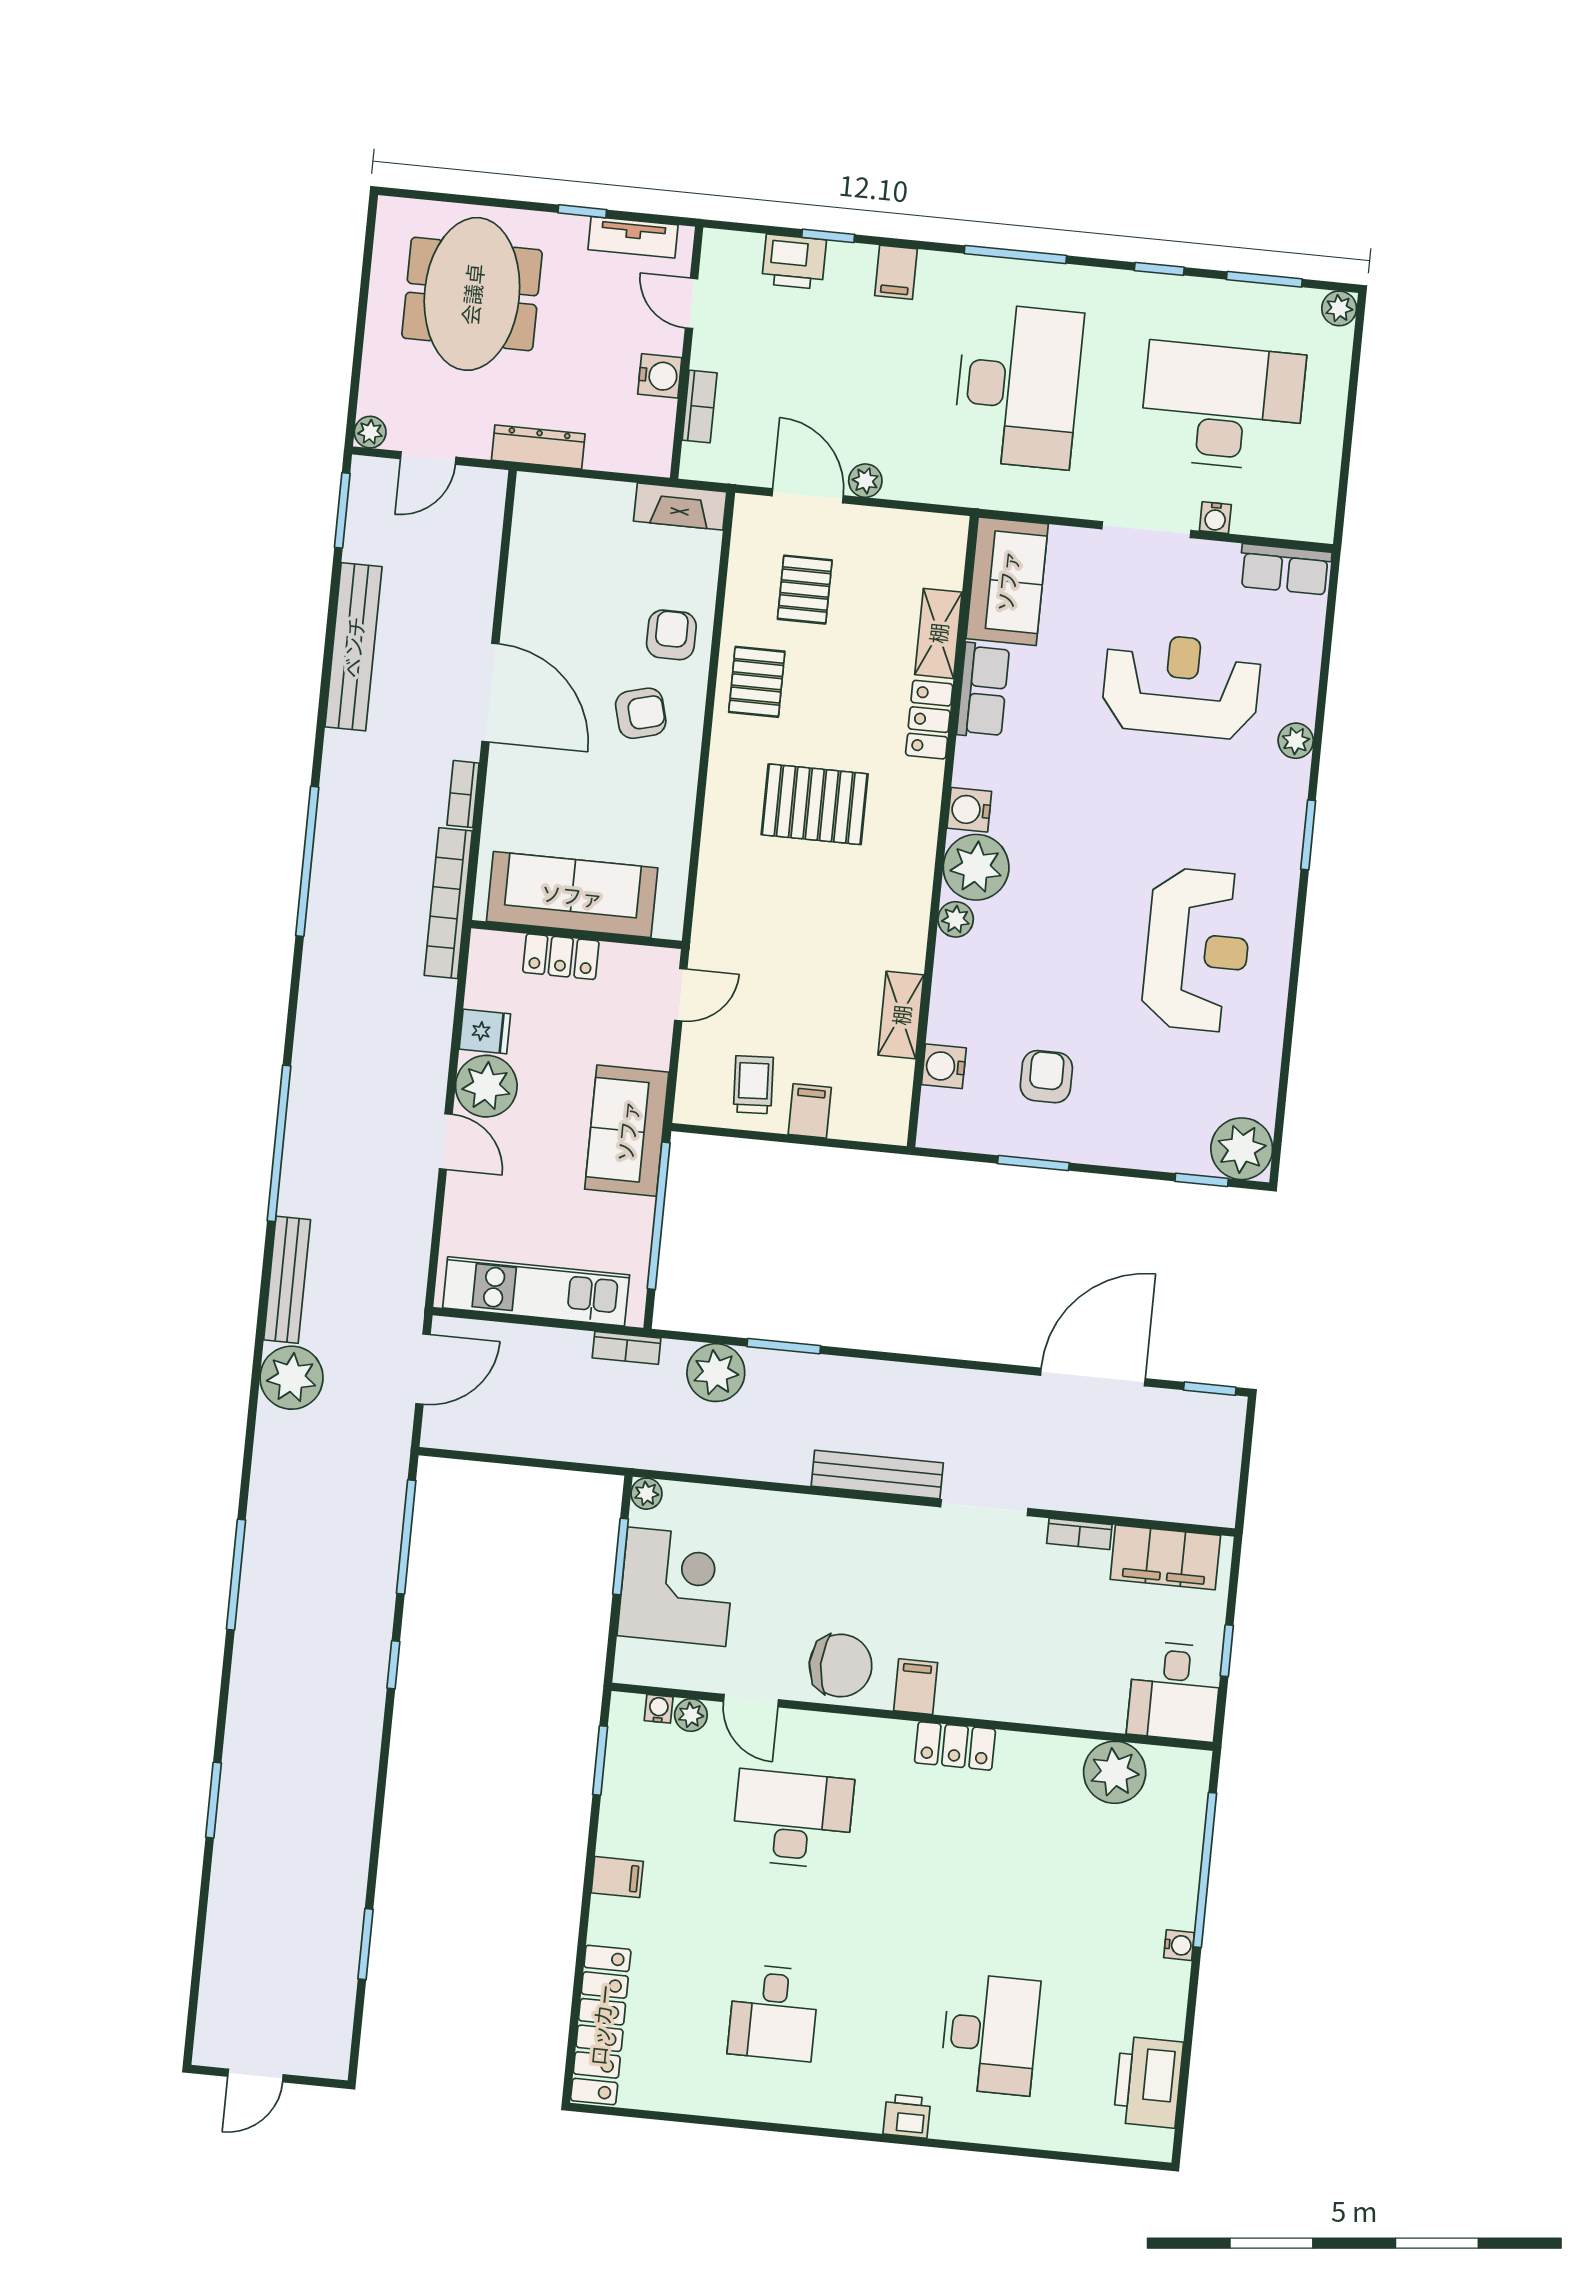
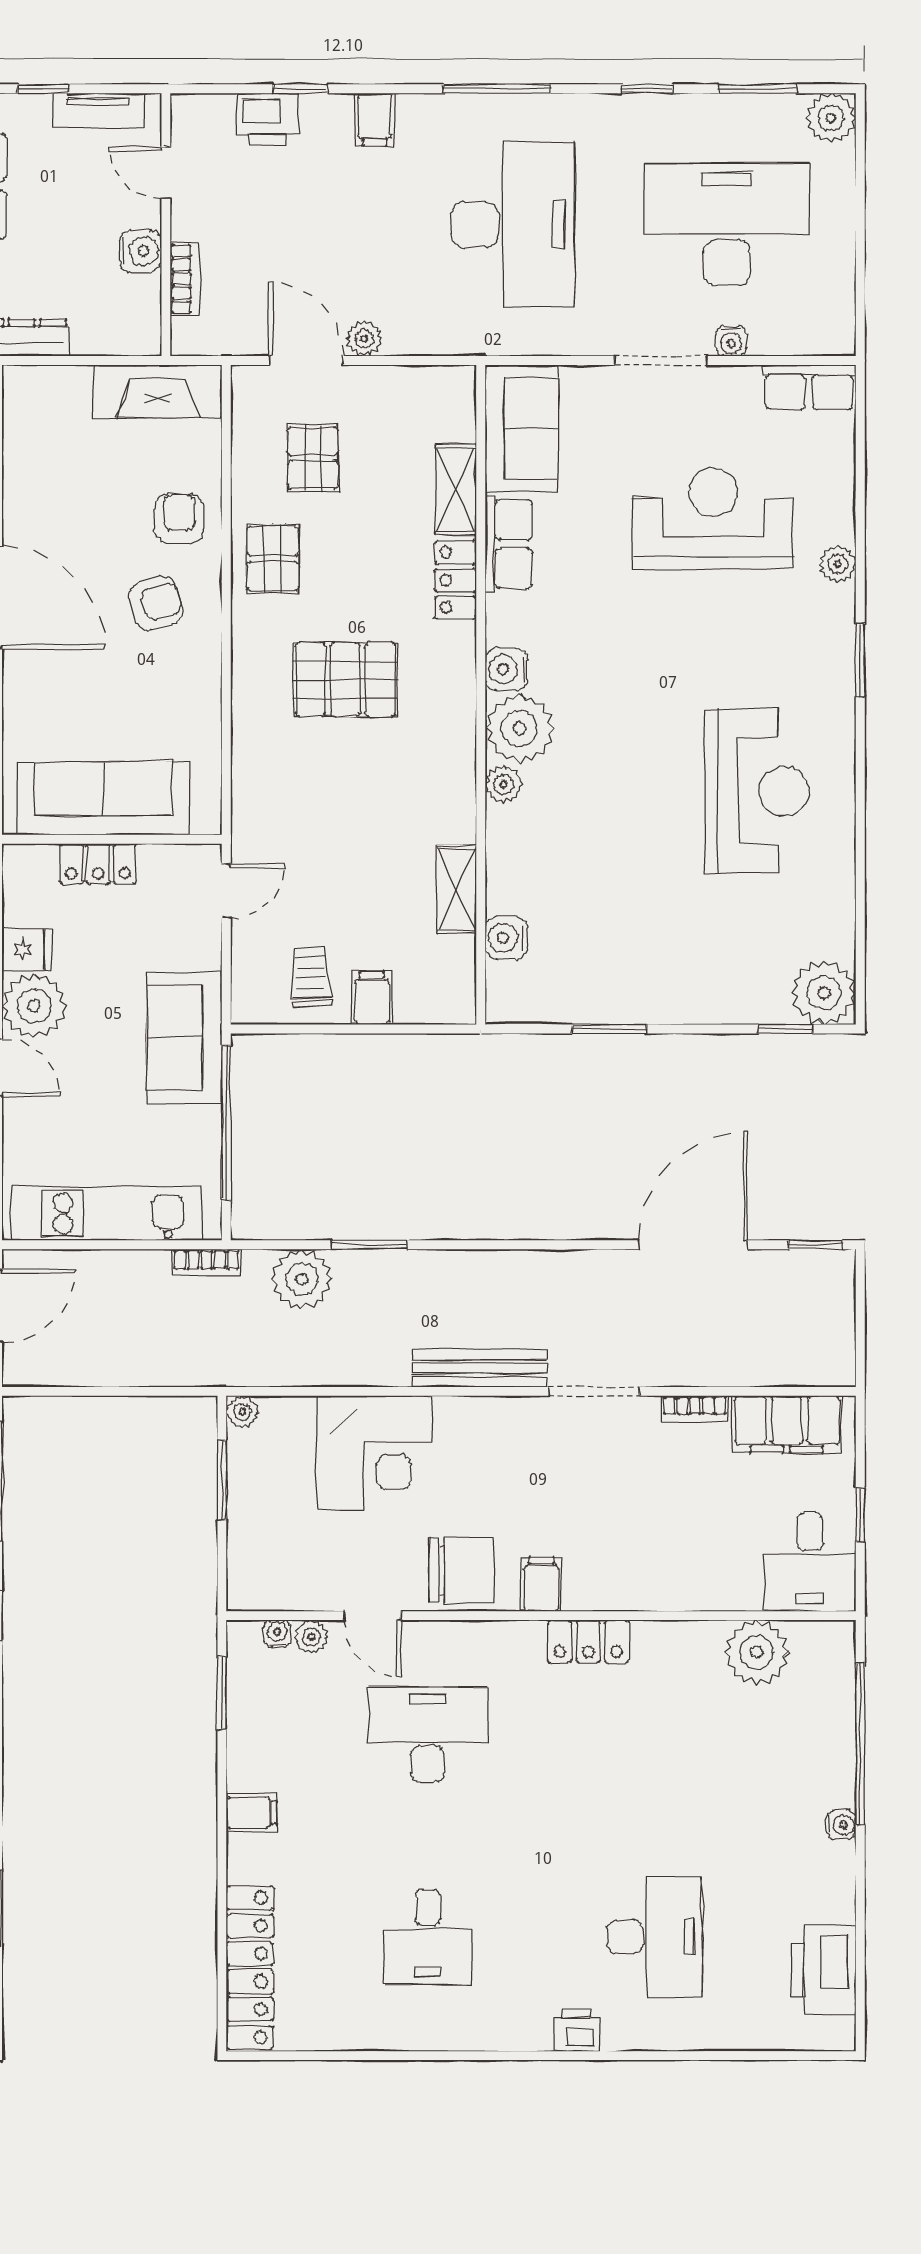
plant: (1339, 308) -> (831, 118), width x1.38, depth x1.38
fireplace: (680, 507) -> (158, 391), width x1.37, depth x1.32
armchair: (1046, 1077) -> (614, 938), removed
corner desk: (677, 1587) -> (374, 1453), moved, turned 90

